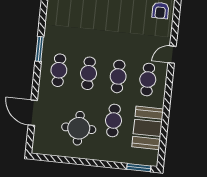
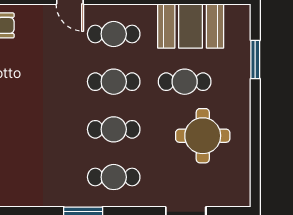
window: (139, 168) -> (255, 60), moved

